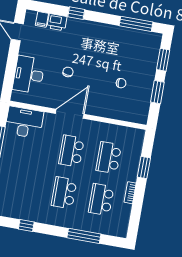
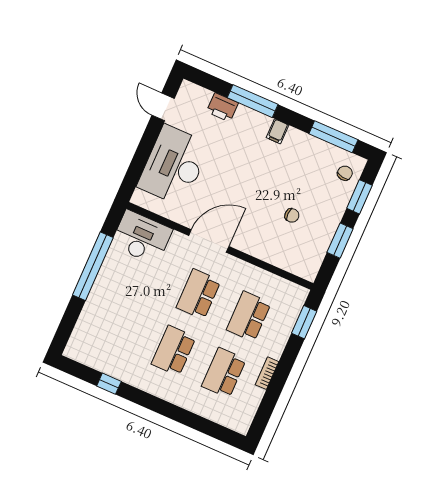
window: (76, 13) -> (253, 101), width x2.17
filing cabinet: (42, 19) -> (278, 131), moved
chair: (68, 72) -> (345, 173), moved
desk: (29, 75) -> (174, 165), width x1.36, depth x1.30
window: (144, 168) -> (304, 322), moved
window: (84, 236) -> (187, 418), removed

